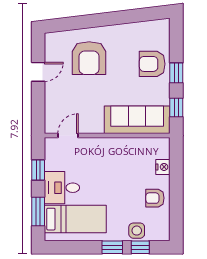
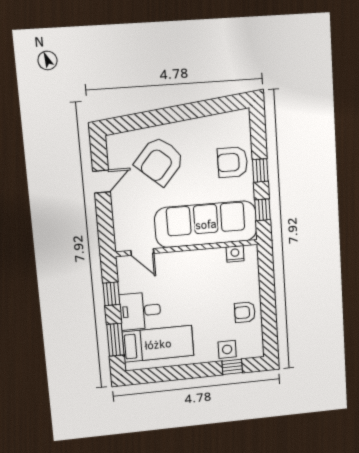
armchair: (89, 58) -> (160, 161), turned 41
sofa: (137, 120) -> (206, 224), width x1.36, depth x1.27
door: (68, 136) -> (142, 252), swing flipped
nightstand: (163, 167) -> (235, 254), moved, turned -90
window: (112, 247) -> (201, 370), removed

